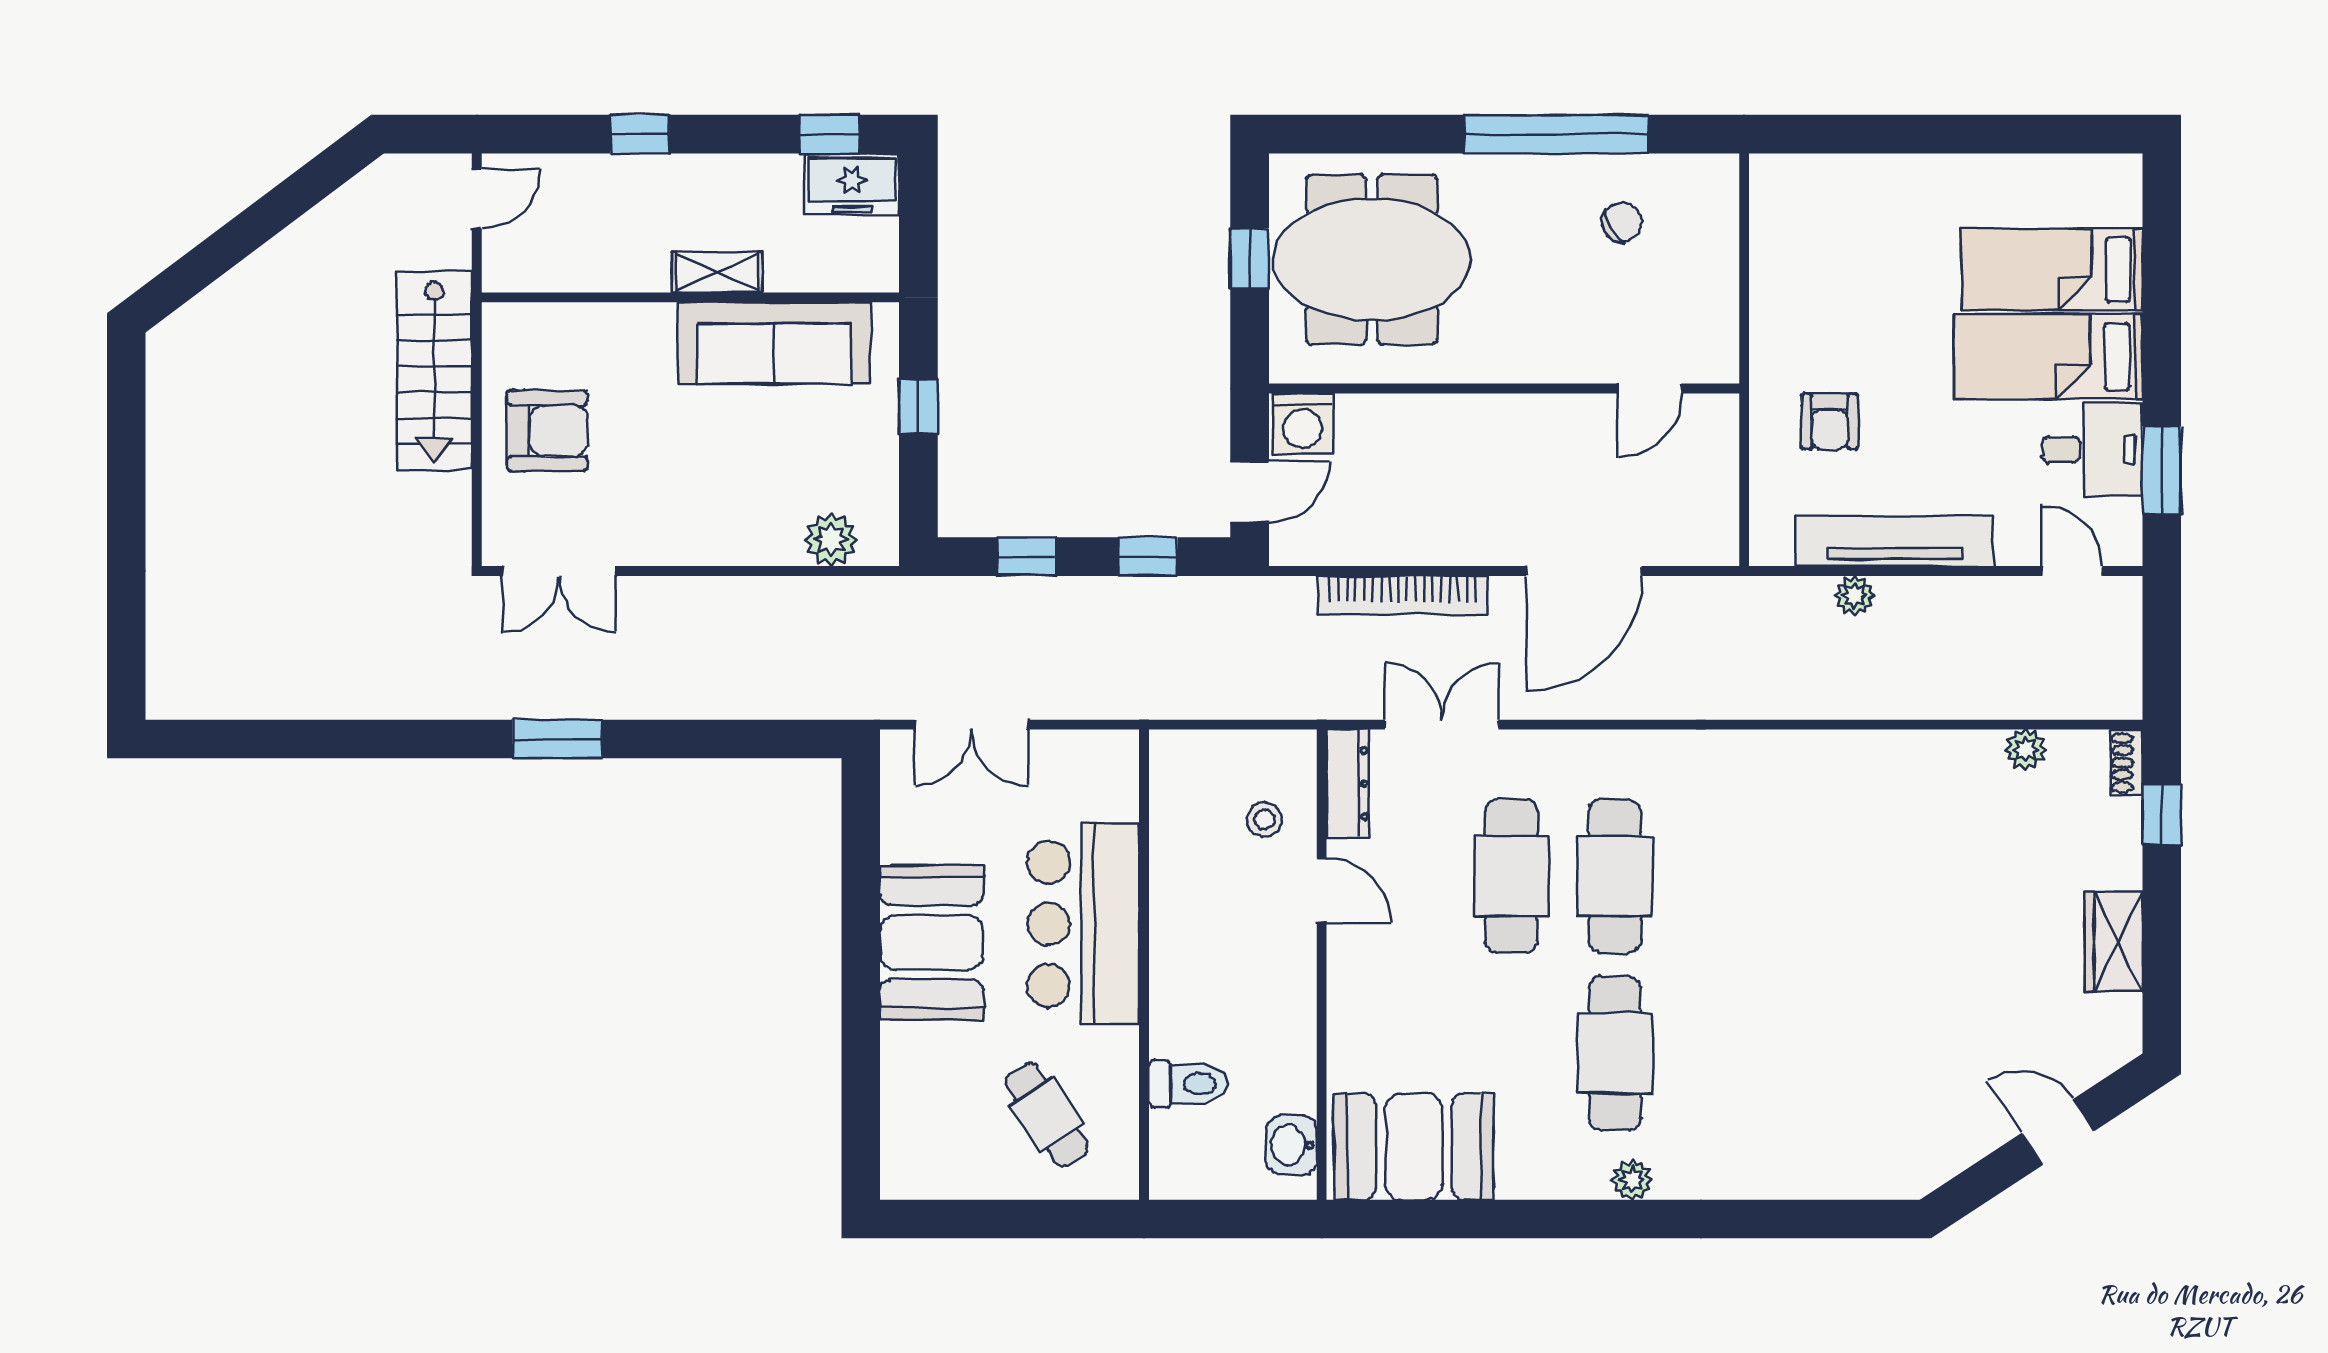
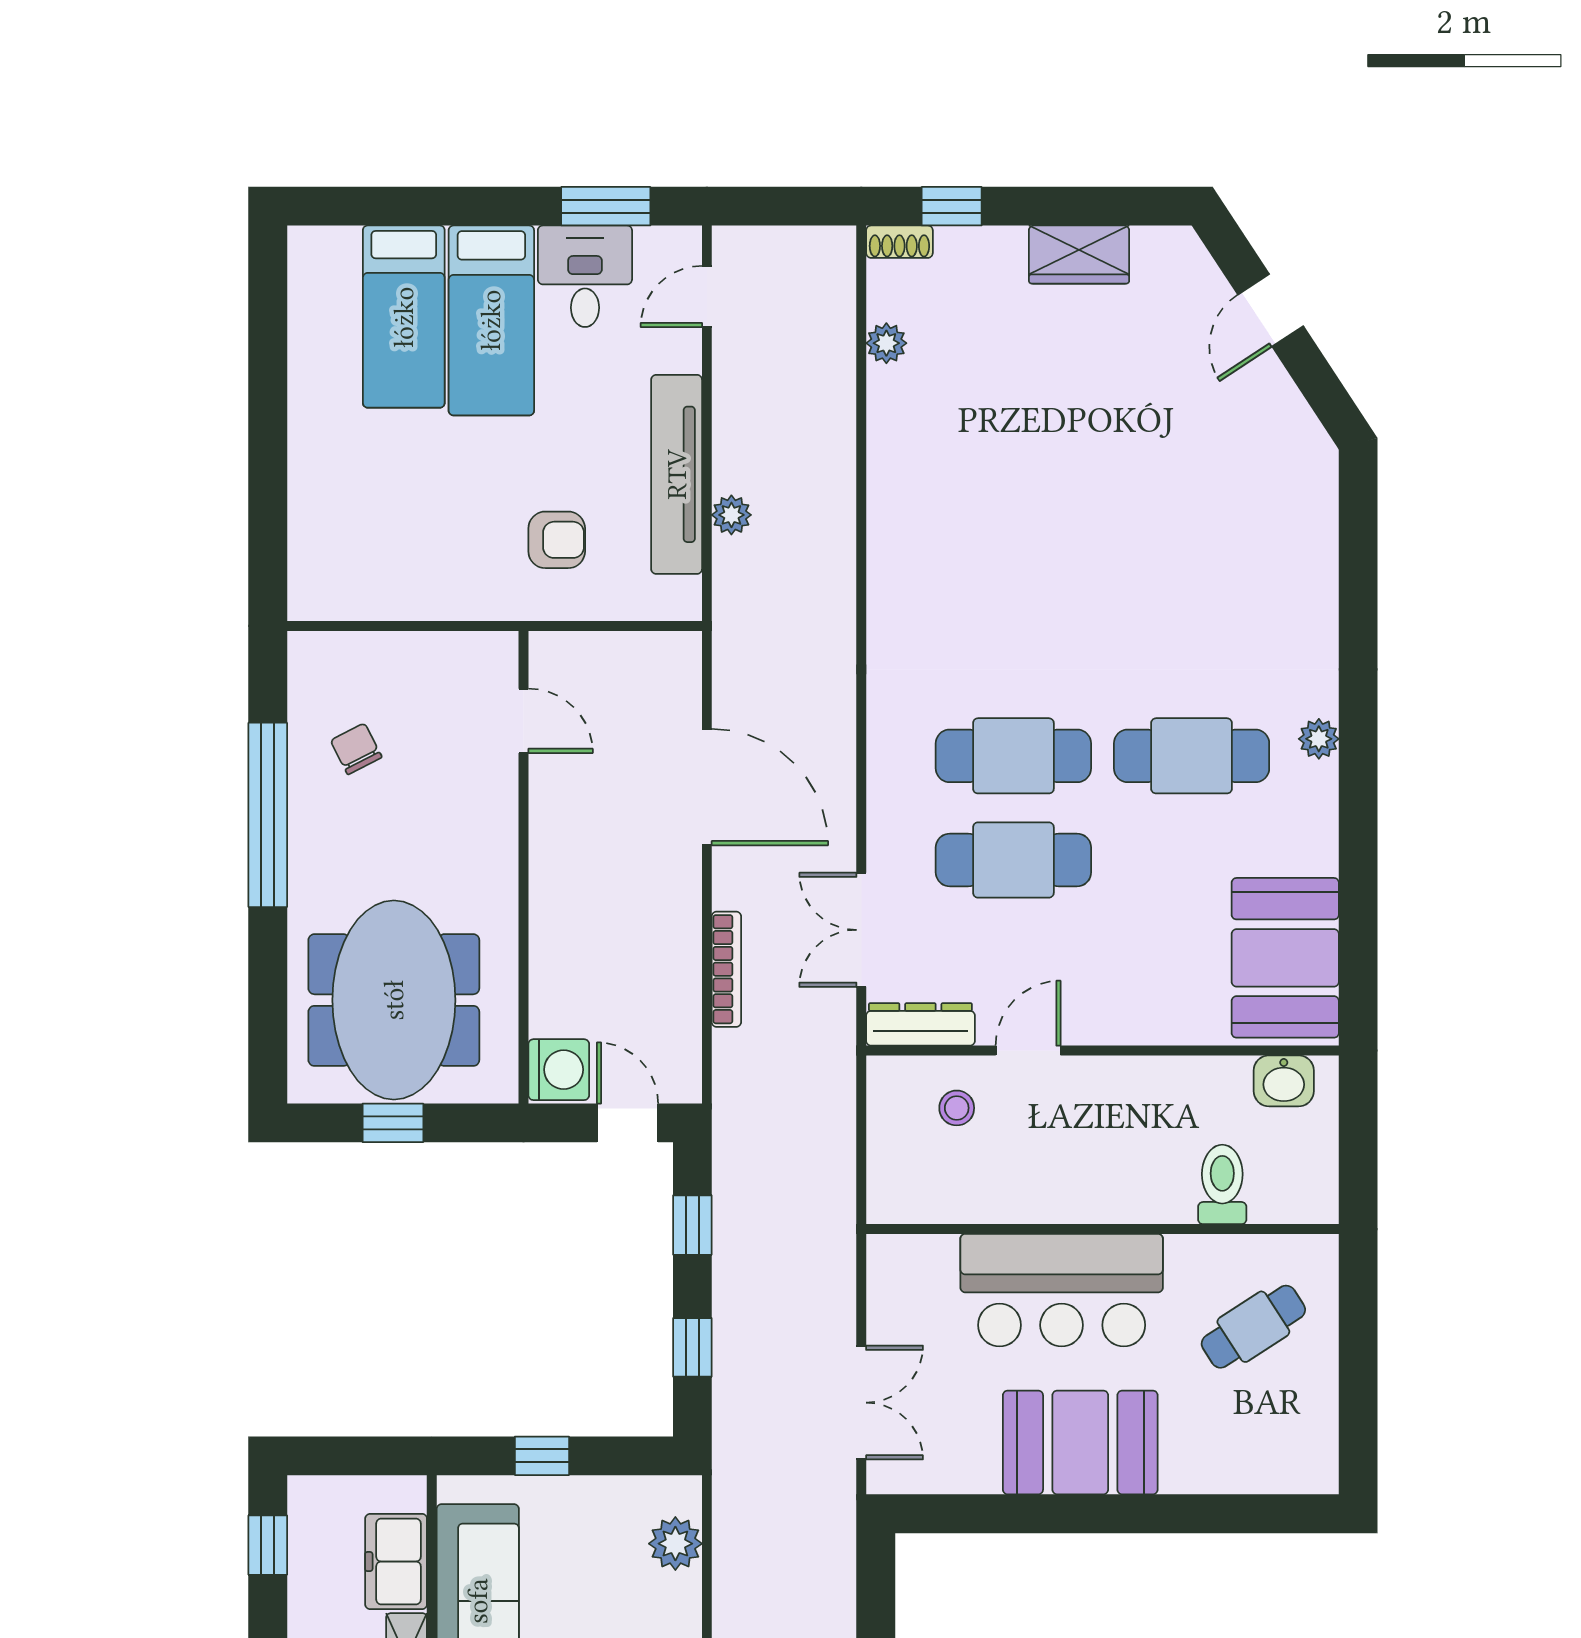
freezer: (852, 184) -> (396, 1562), moved, turned 180
bookcase: (1403, 595) -> (726, 969), width x0.68, depth x0.76

